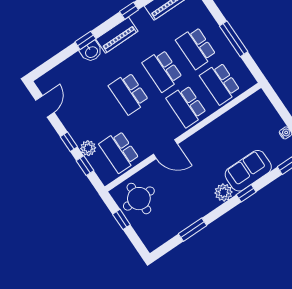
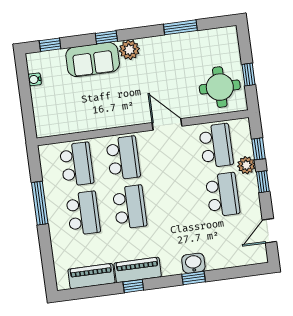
piano: (117, 35) -> (138, 270), moved
school desk: (129, 93) -> (223, 195), moved

